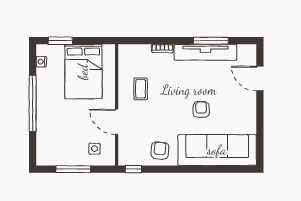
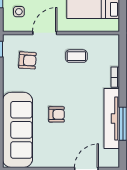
armchair: (160, 151) -> (27, 60), moved

